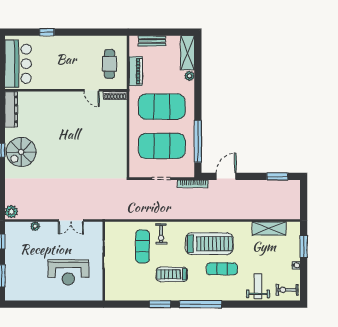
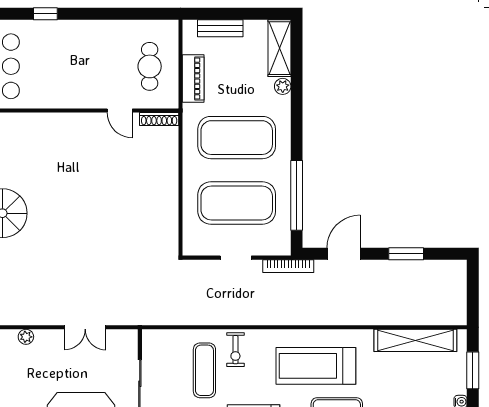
window: (277, 176) -> (406, 254), moved
shelving: (269, 228) -> (415, 340), width x1.47
treadmill: (209, 244) -> (316, 366), turned 180

